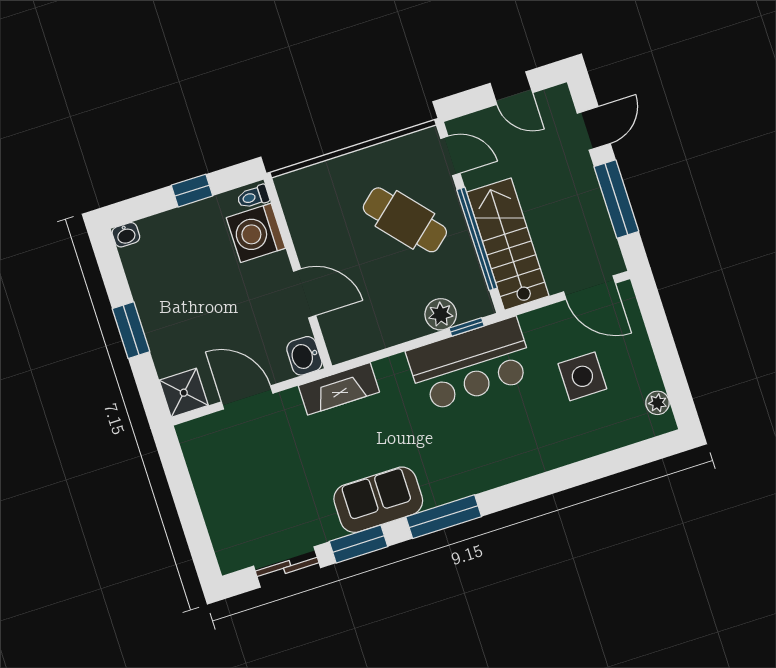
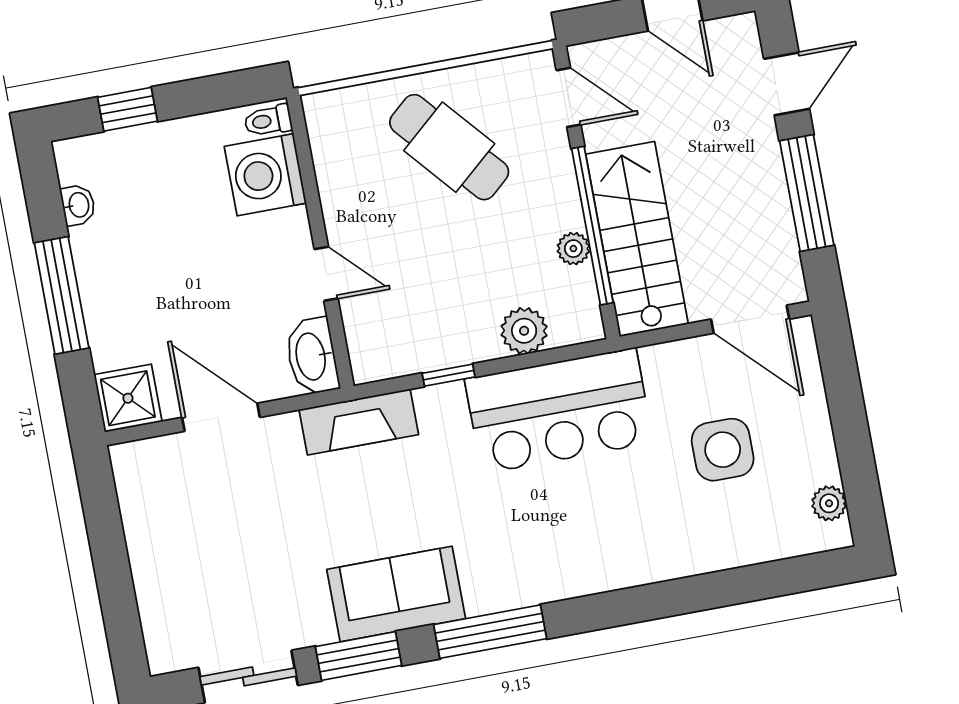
window: (192, 191) -> (128, 109), moved
cafe table: (405, 220) -> (449, 147), moved
washbasin: (126, 235) -> (78, 205), moved, turned -90
plant: (466, 256) -> (573, 249), added
door: (305, 293) -> (326, 274), width x0.73
window: (467, 327) -> (449, 375), moved
window: (131, 330) -> (62, 295), width x1.44
washbasin: (304, 356) -> (312, 356), width x1.38

